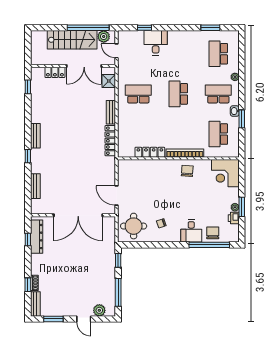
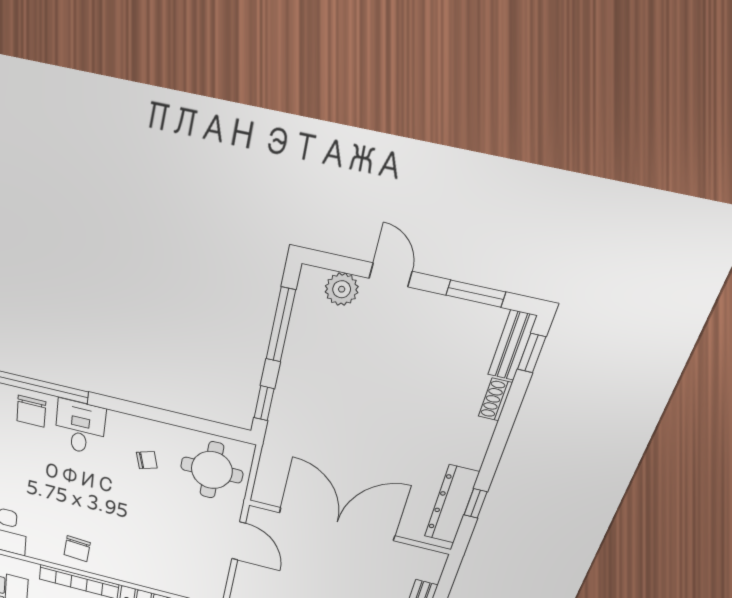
window: (28, 285) -> (532, 353), moved

